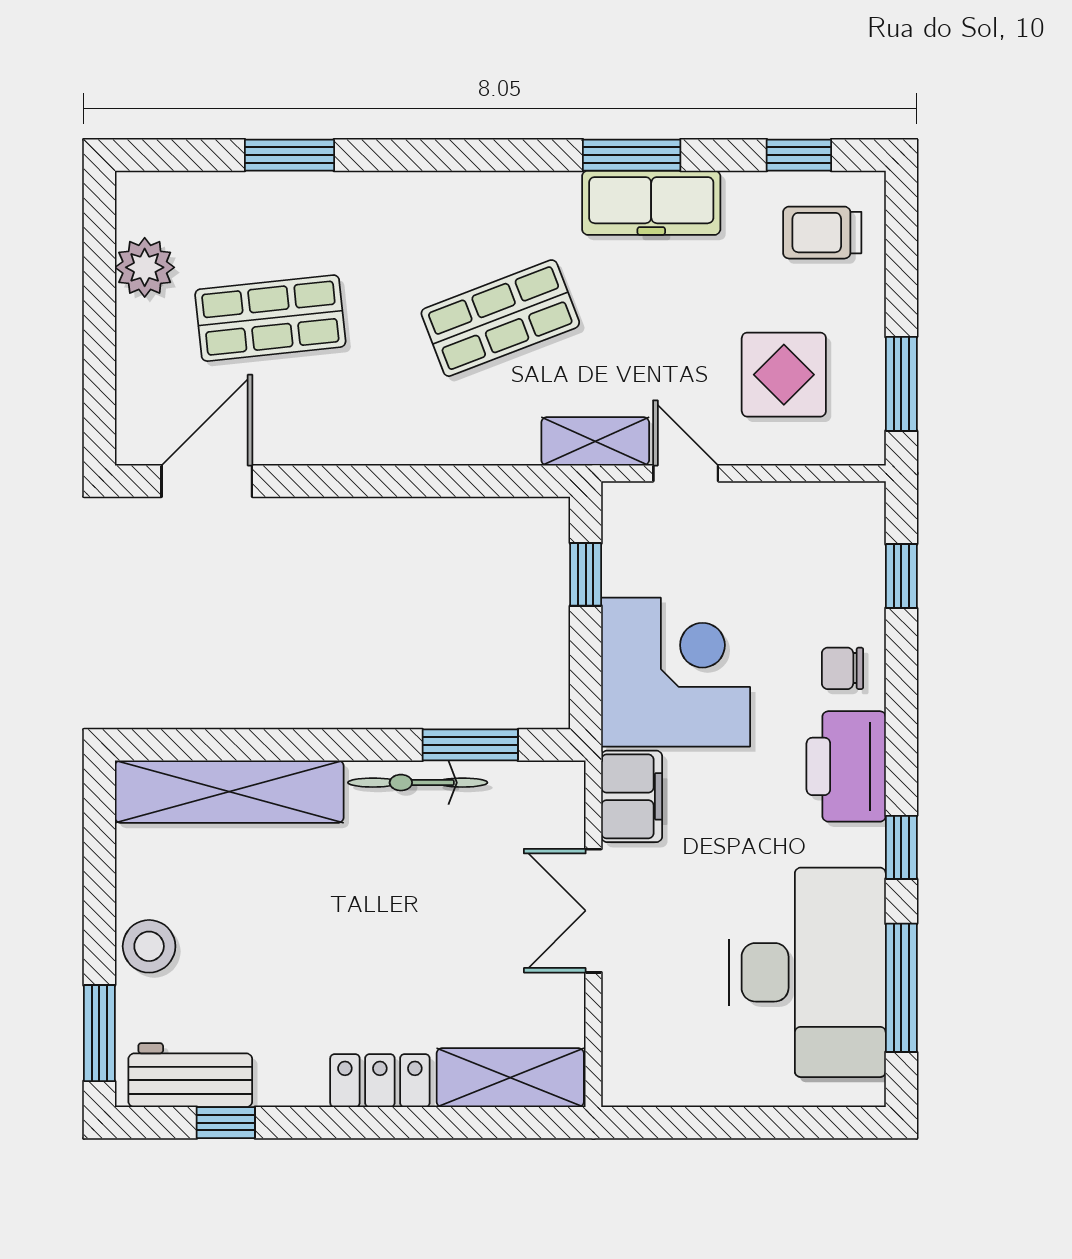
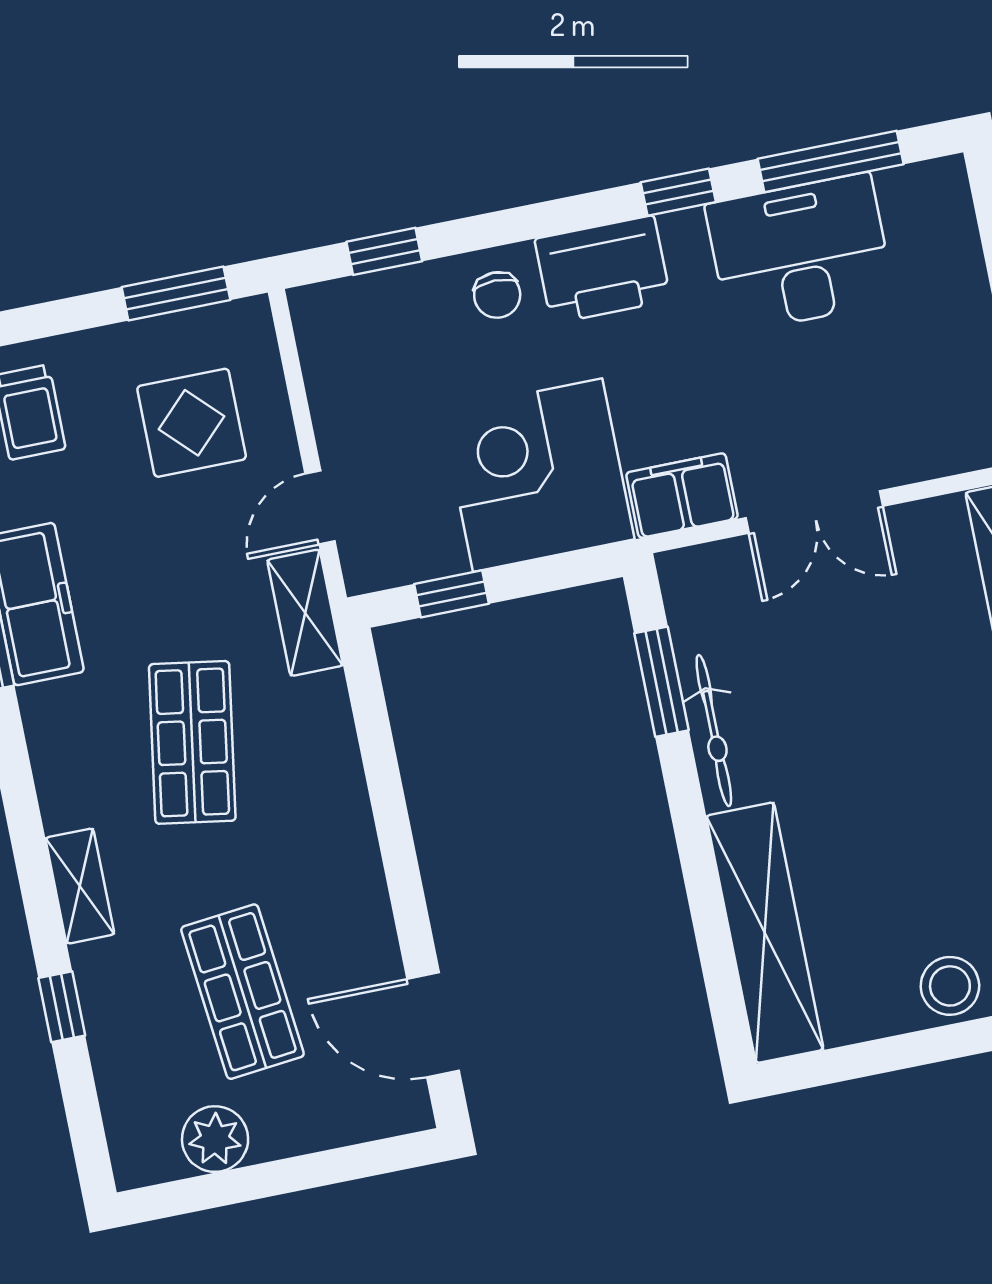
window: (289, 155) -> (62, 1007), width x0.67
shelving: (393, 193) -> (80, 886), added
shop shelf: (500, 318) -> (192, 742), turned 30
desk: (807, 972) -> (800, 253), width x0.73, depth x0.77

